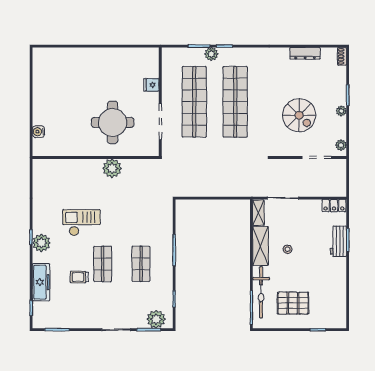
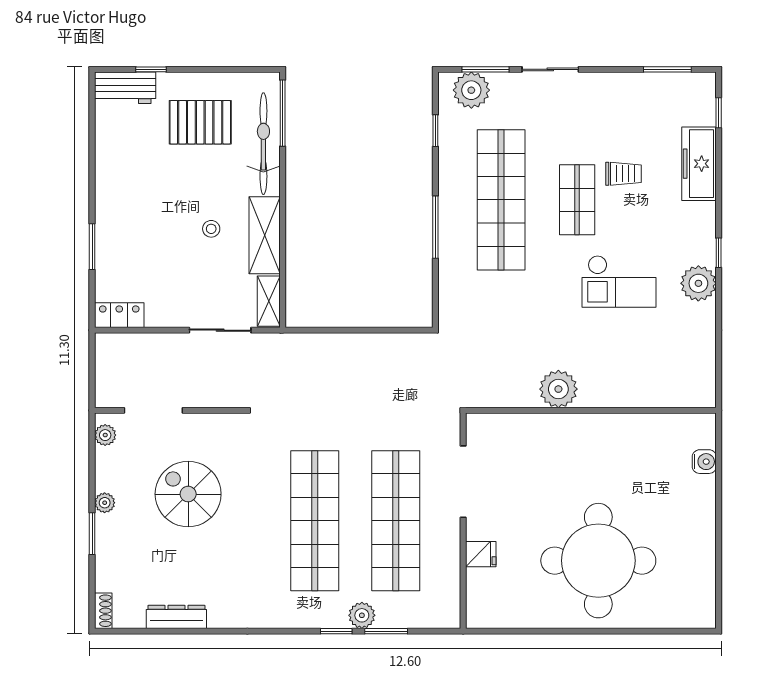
round table: (113, 122) -> (598, 561), moved, width x1.36, depth x1.36
workbench: (338, 241) -> (125, 88), moved, turned 90
plant: (41, 243) -> (698, 283), moved
shop shelf: (141, 264) -> (501, 200), width x2.00, depth x1.36

